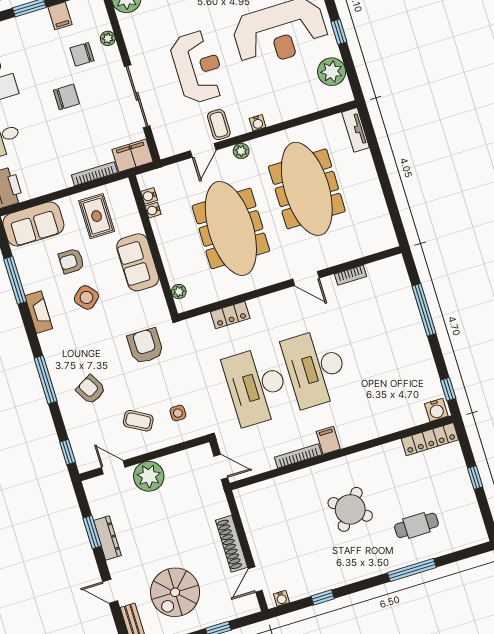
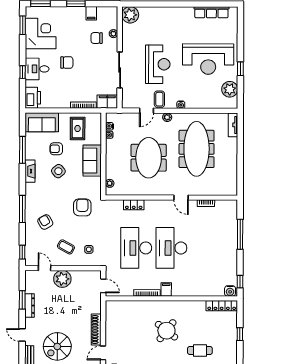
chair: (66, 97) -> (67, 62), moved
meeting table: (231, 228) -> (149, 158), width x0.73

